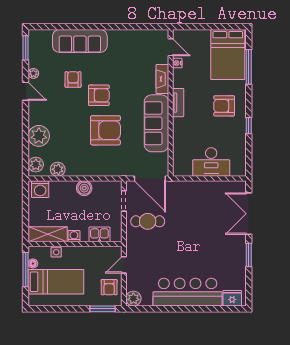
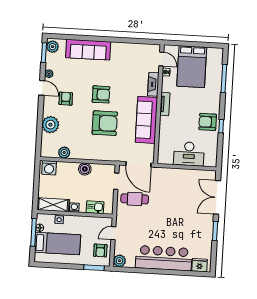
bed: (228, 55) -> (192, 67), moved
armchair: (73, 79) -> (66, 99), moved
armchair: (224, 106) -> (208, 122), moved
plant: (36, 165) -> (52, 47), moved

